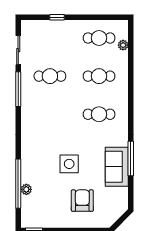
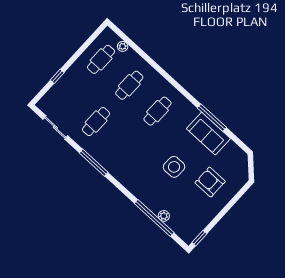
window: (18, 89) -> (94, 163), moved

